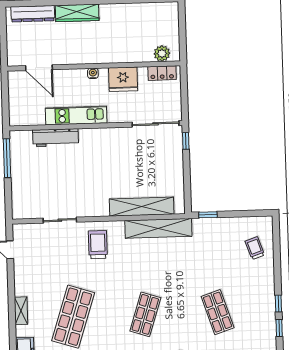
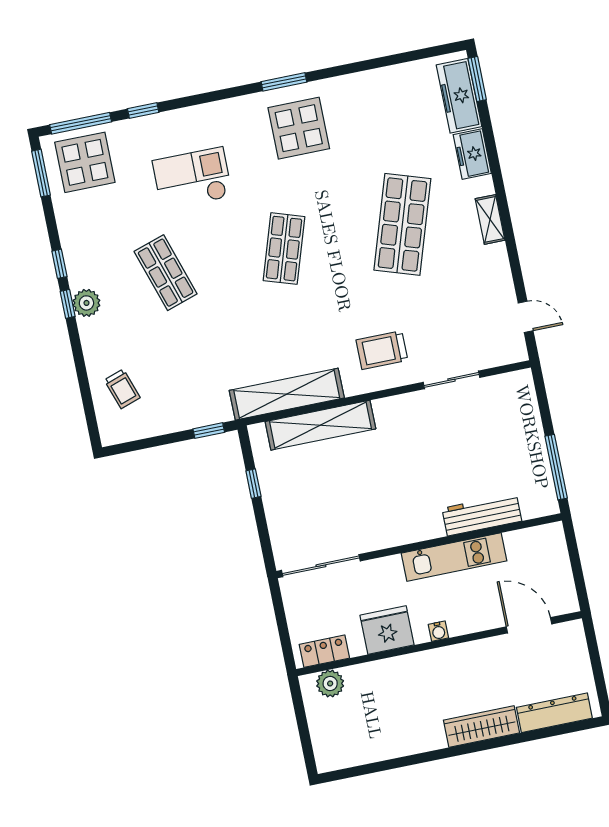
window: (186, 141) -> (253, 484), moved
trolley: (98, 245) -> (382, 350), turned 90
plant: (267, 302) -> (86, 303), added

